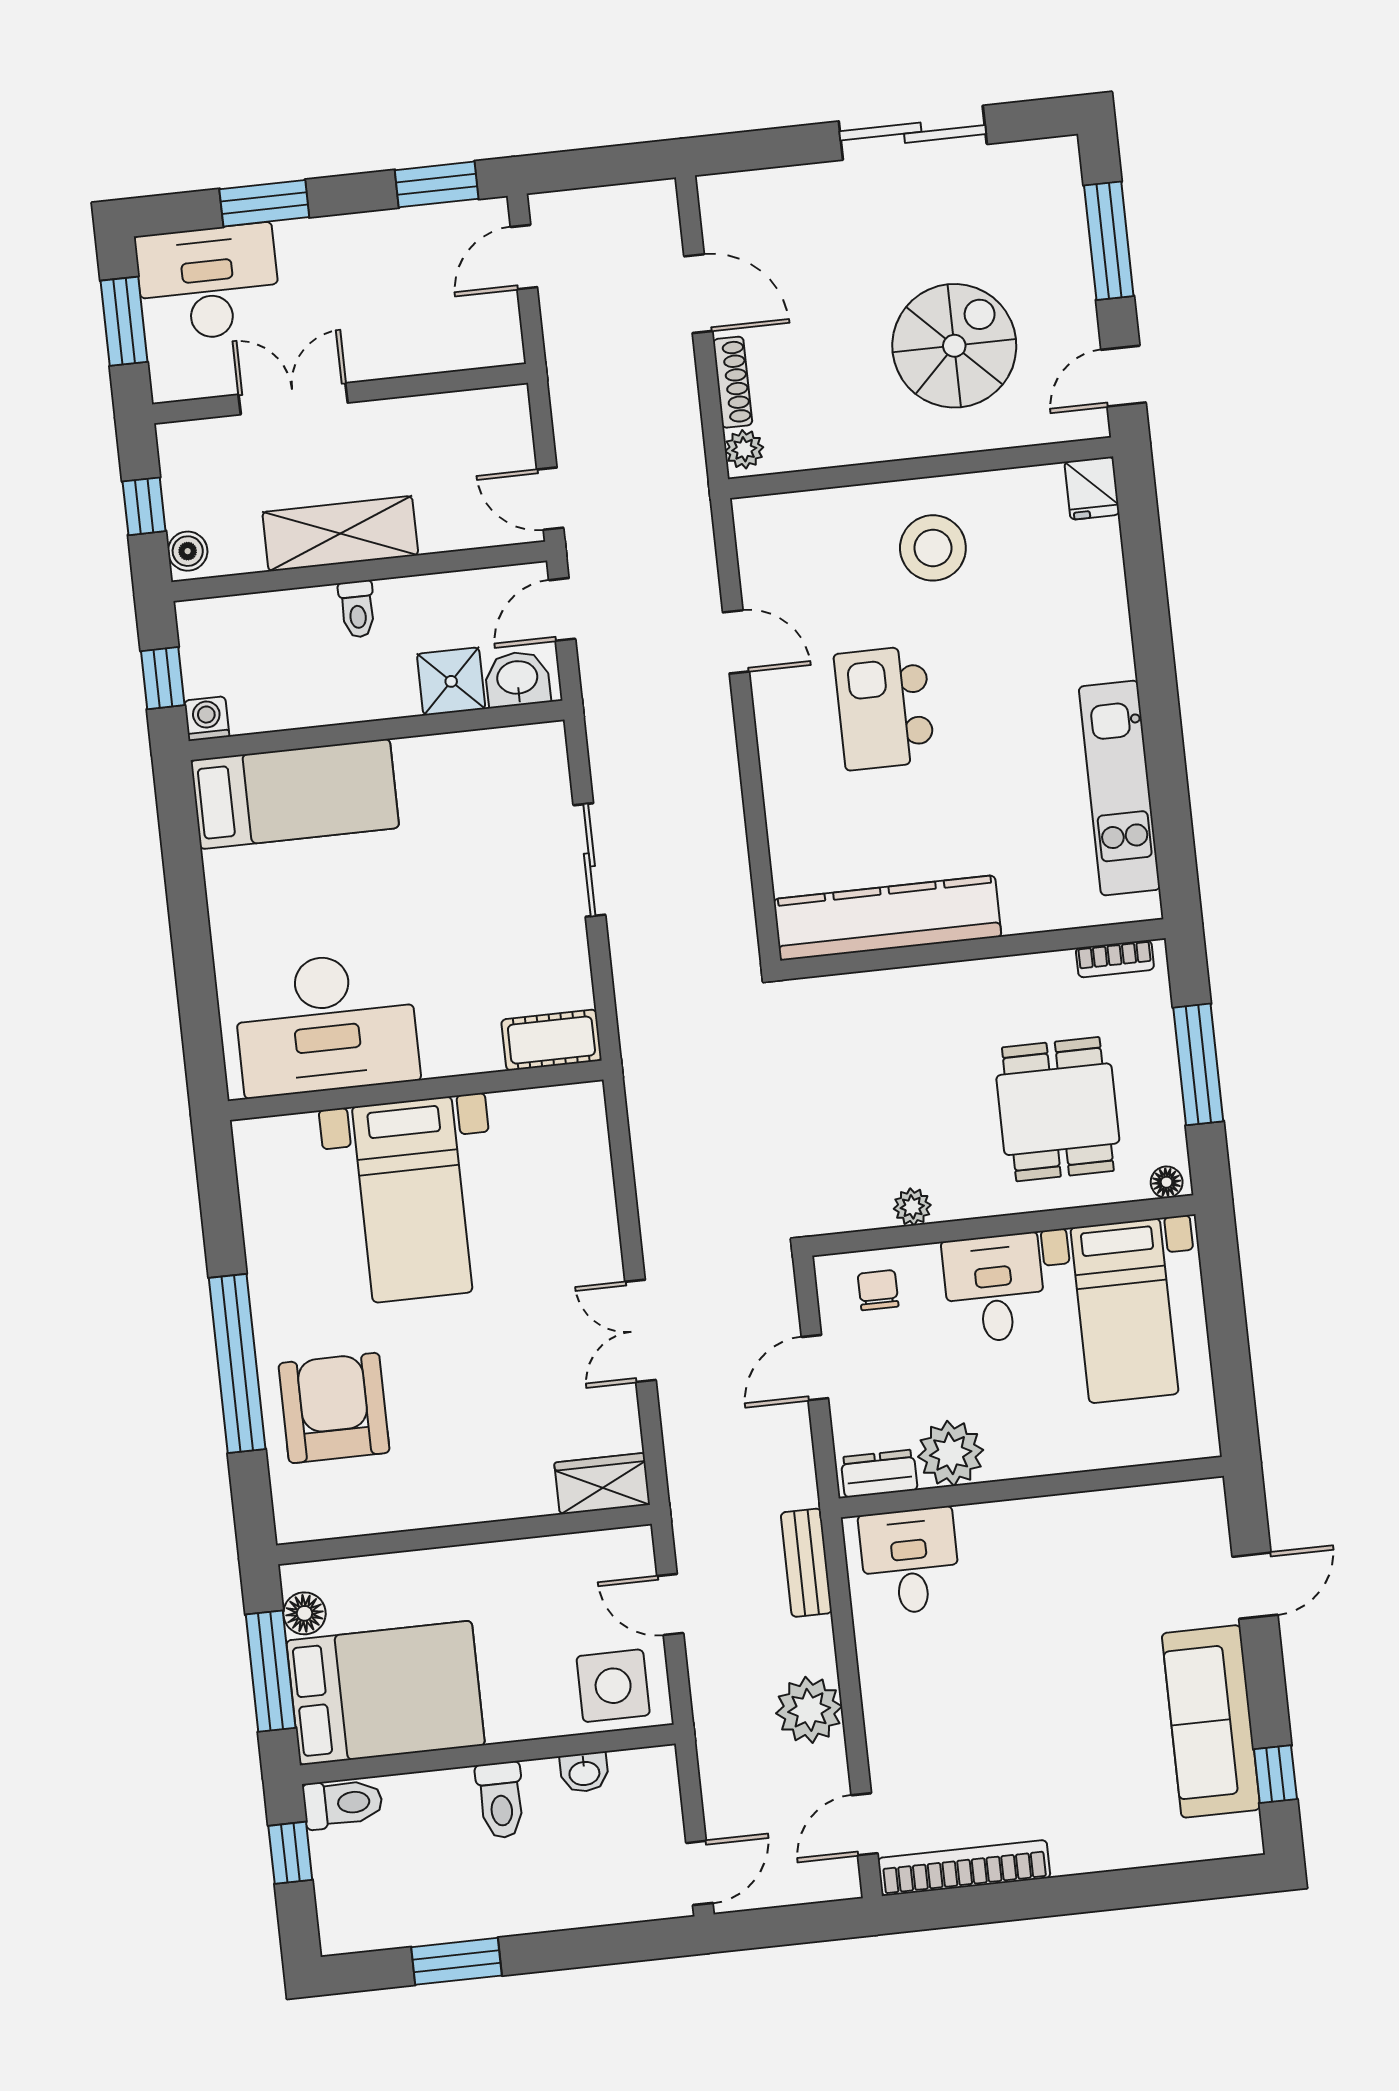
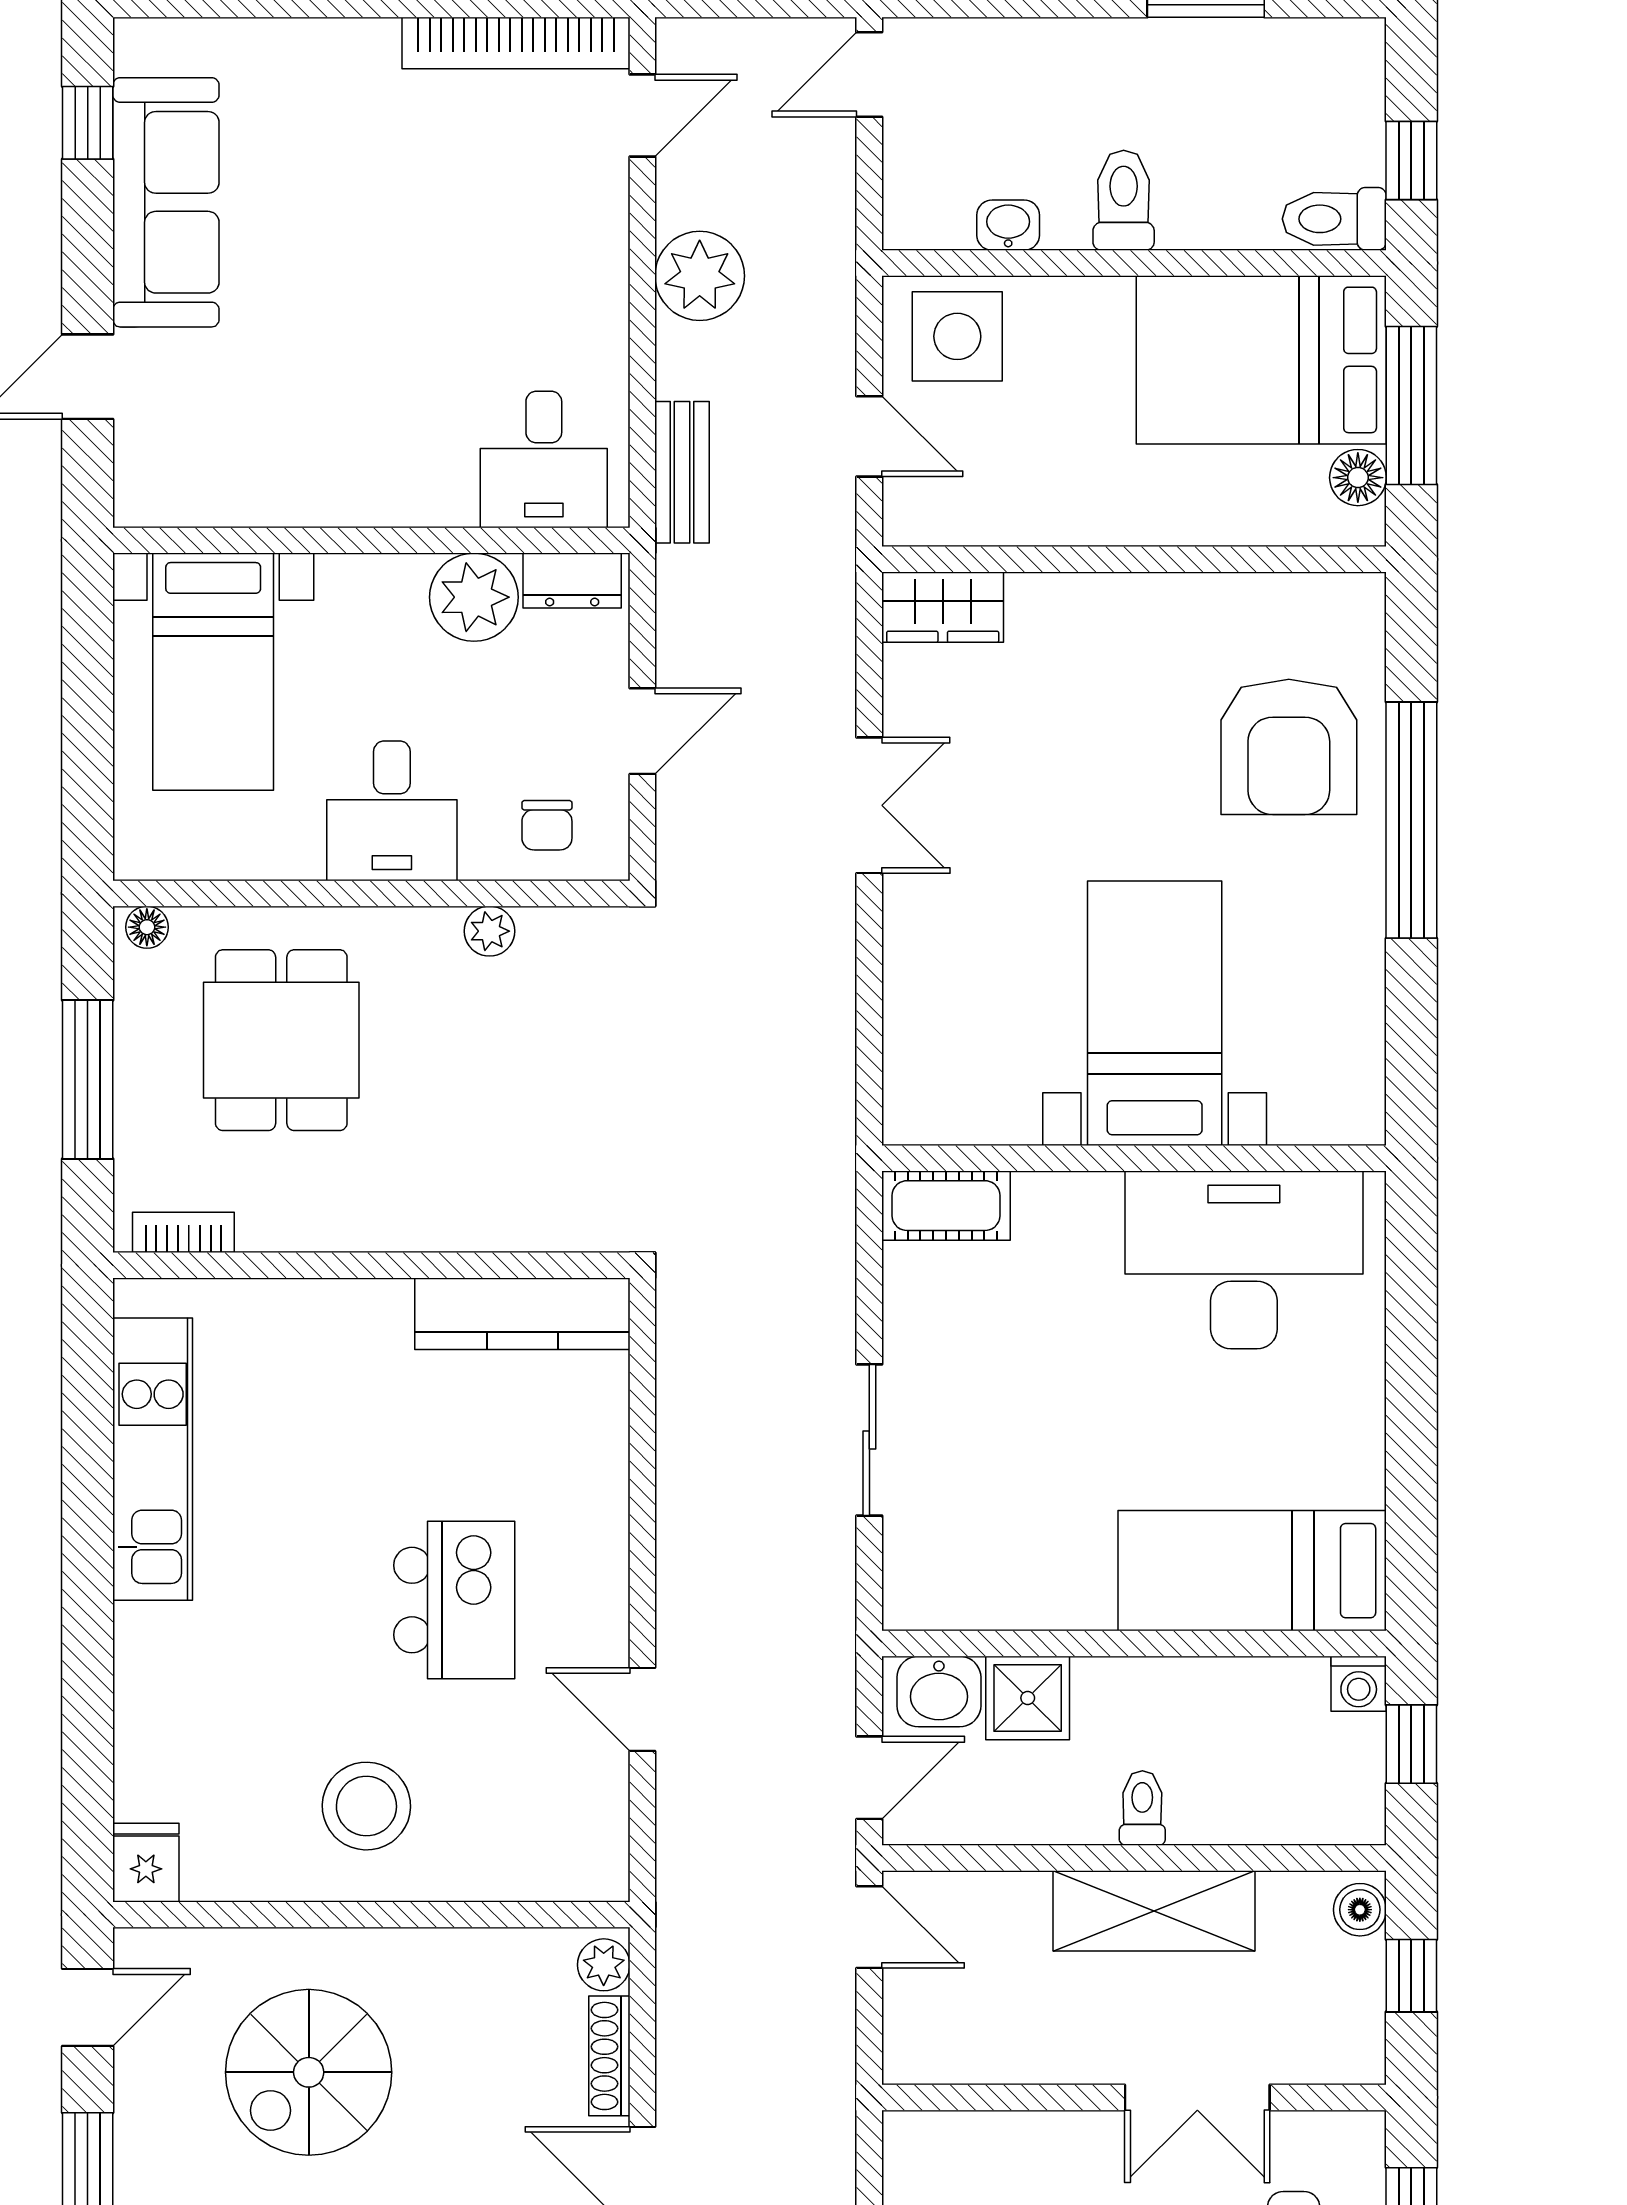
kitchen counter: (887, 918) -> (522, 1314), width x0.72, depth x0.86
bed with nightstands: (1125, 1311) -> (213, 672), moved, turned 180

